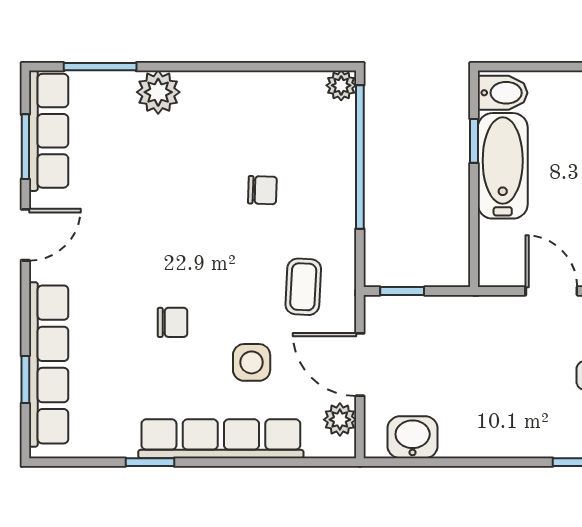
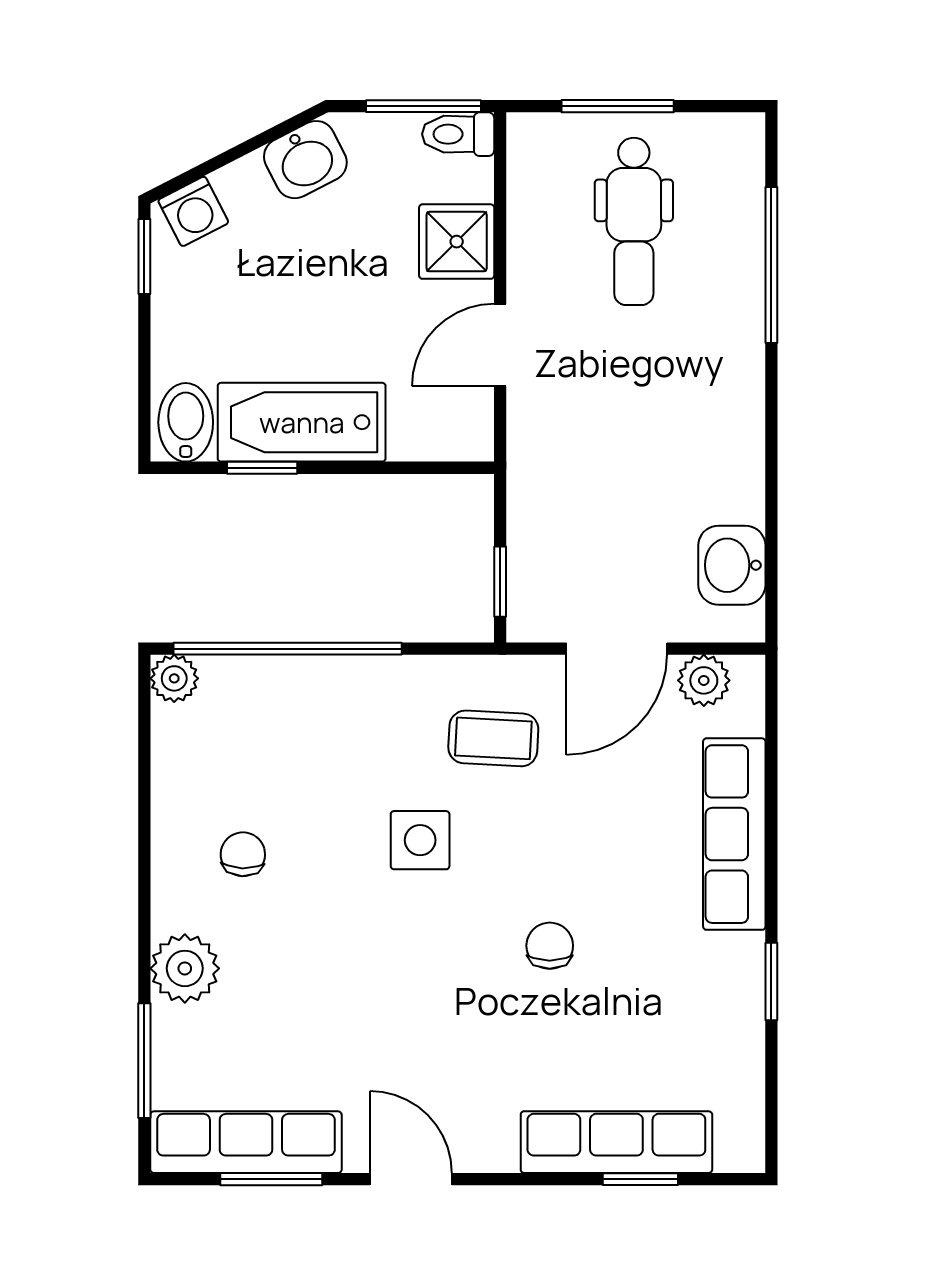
chair: (262, 190) -> (243, 854), moved
side table: (252, 362) -> (420, 840), moved
row of seats: (49, 364) -> (616, 1142), width x0.73
row of seats: (221, 439) -> (734, 834), width x0.73

